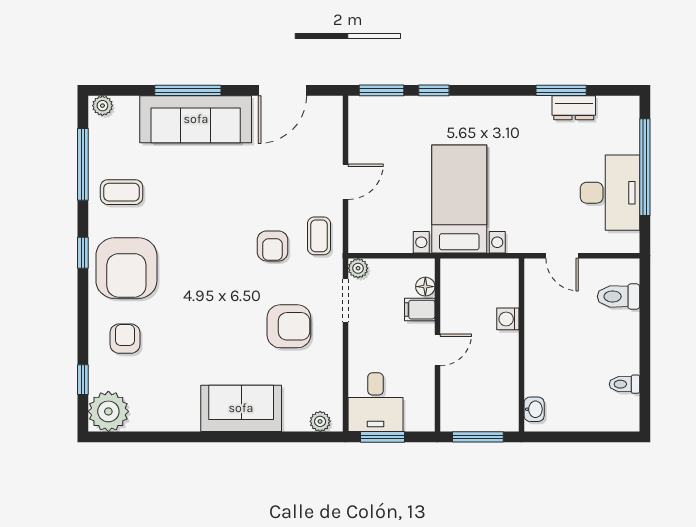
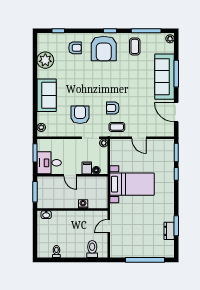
desk: (610, 193) -> (134, 246), removed
armchair: (126, 268) -> (104, 48), turned -90
armchair: (289, 326) -> (80, 115), turned 180
desk: (375, 402) -> (49, 163), moved
plant: (108, 411) -> (45, 60), moved

